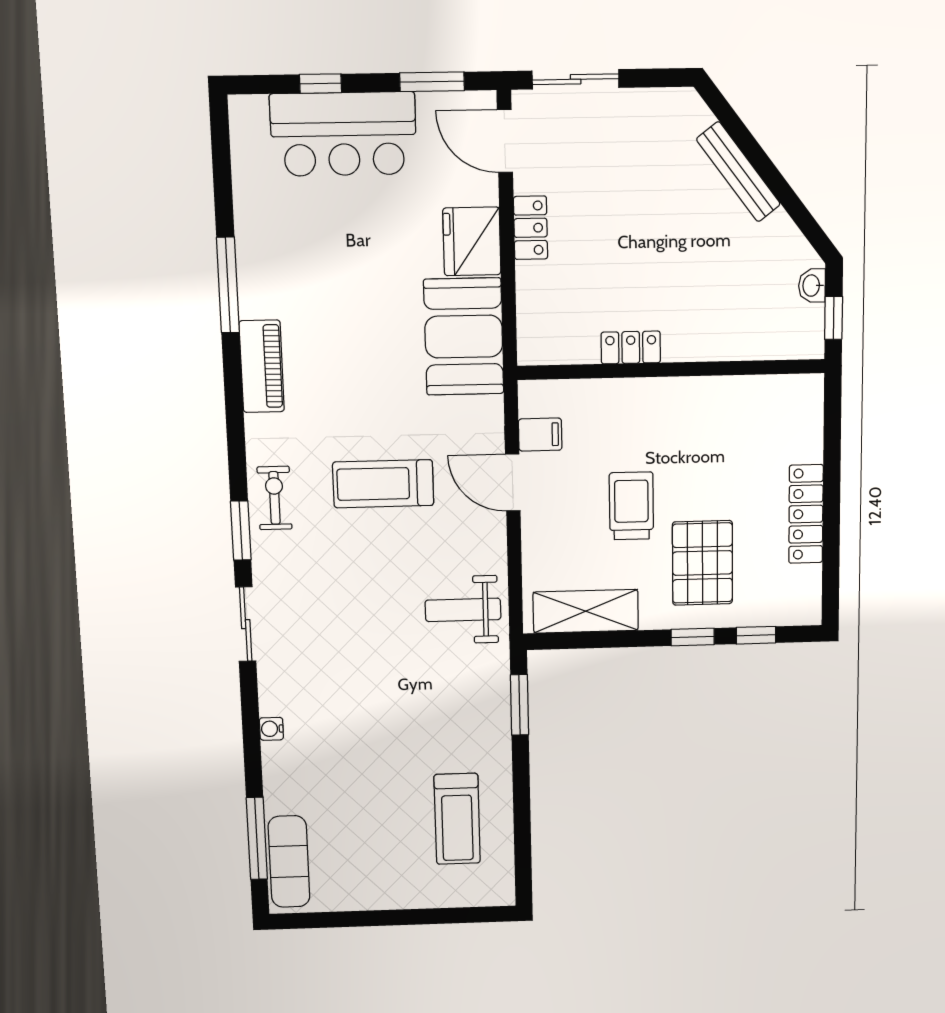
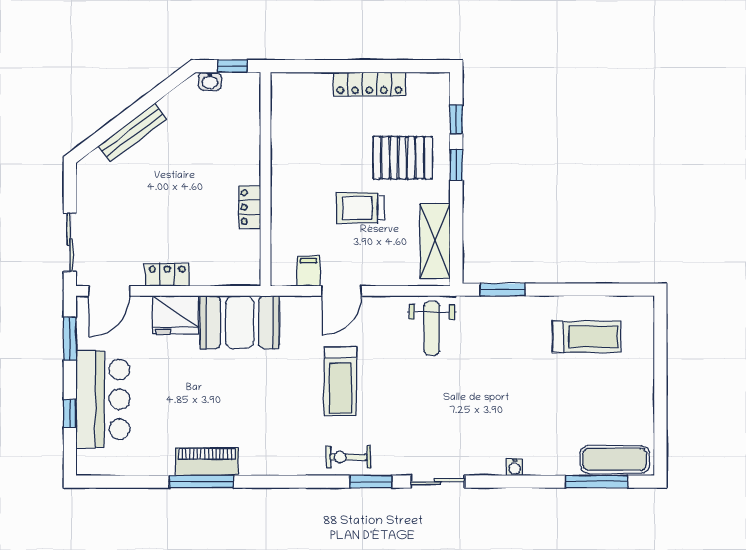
piano: (262, 366) -> (207, 462), moved

